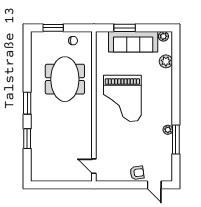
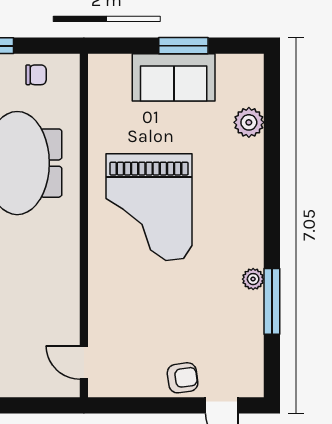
window: (125, 28) -> (183, 46), moved
plant: (163, 36) -> (243, 65), removed
sofa: (133, 42) -> (174, 77), width x0.73

